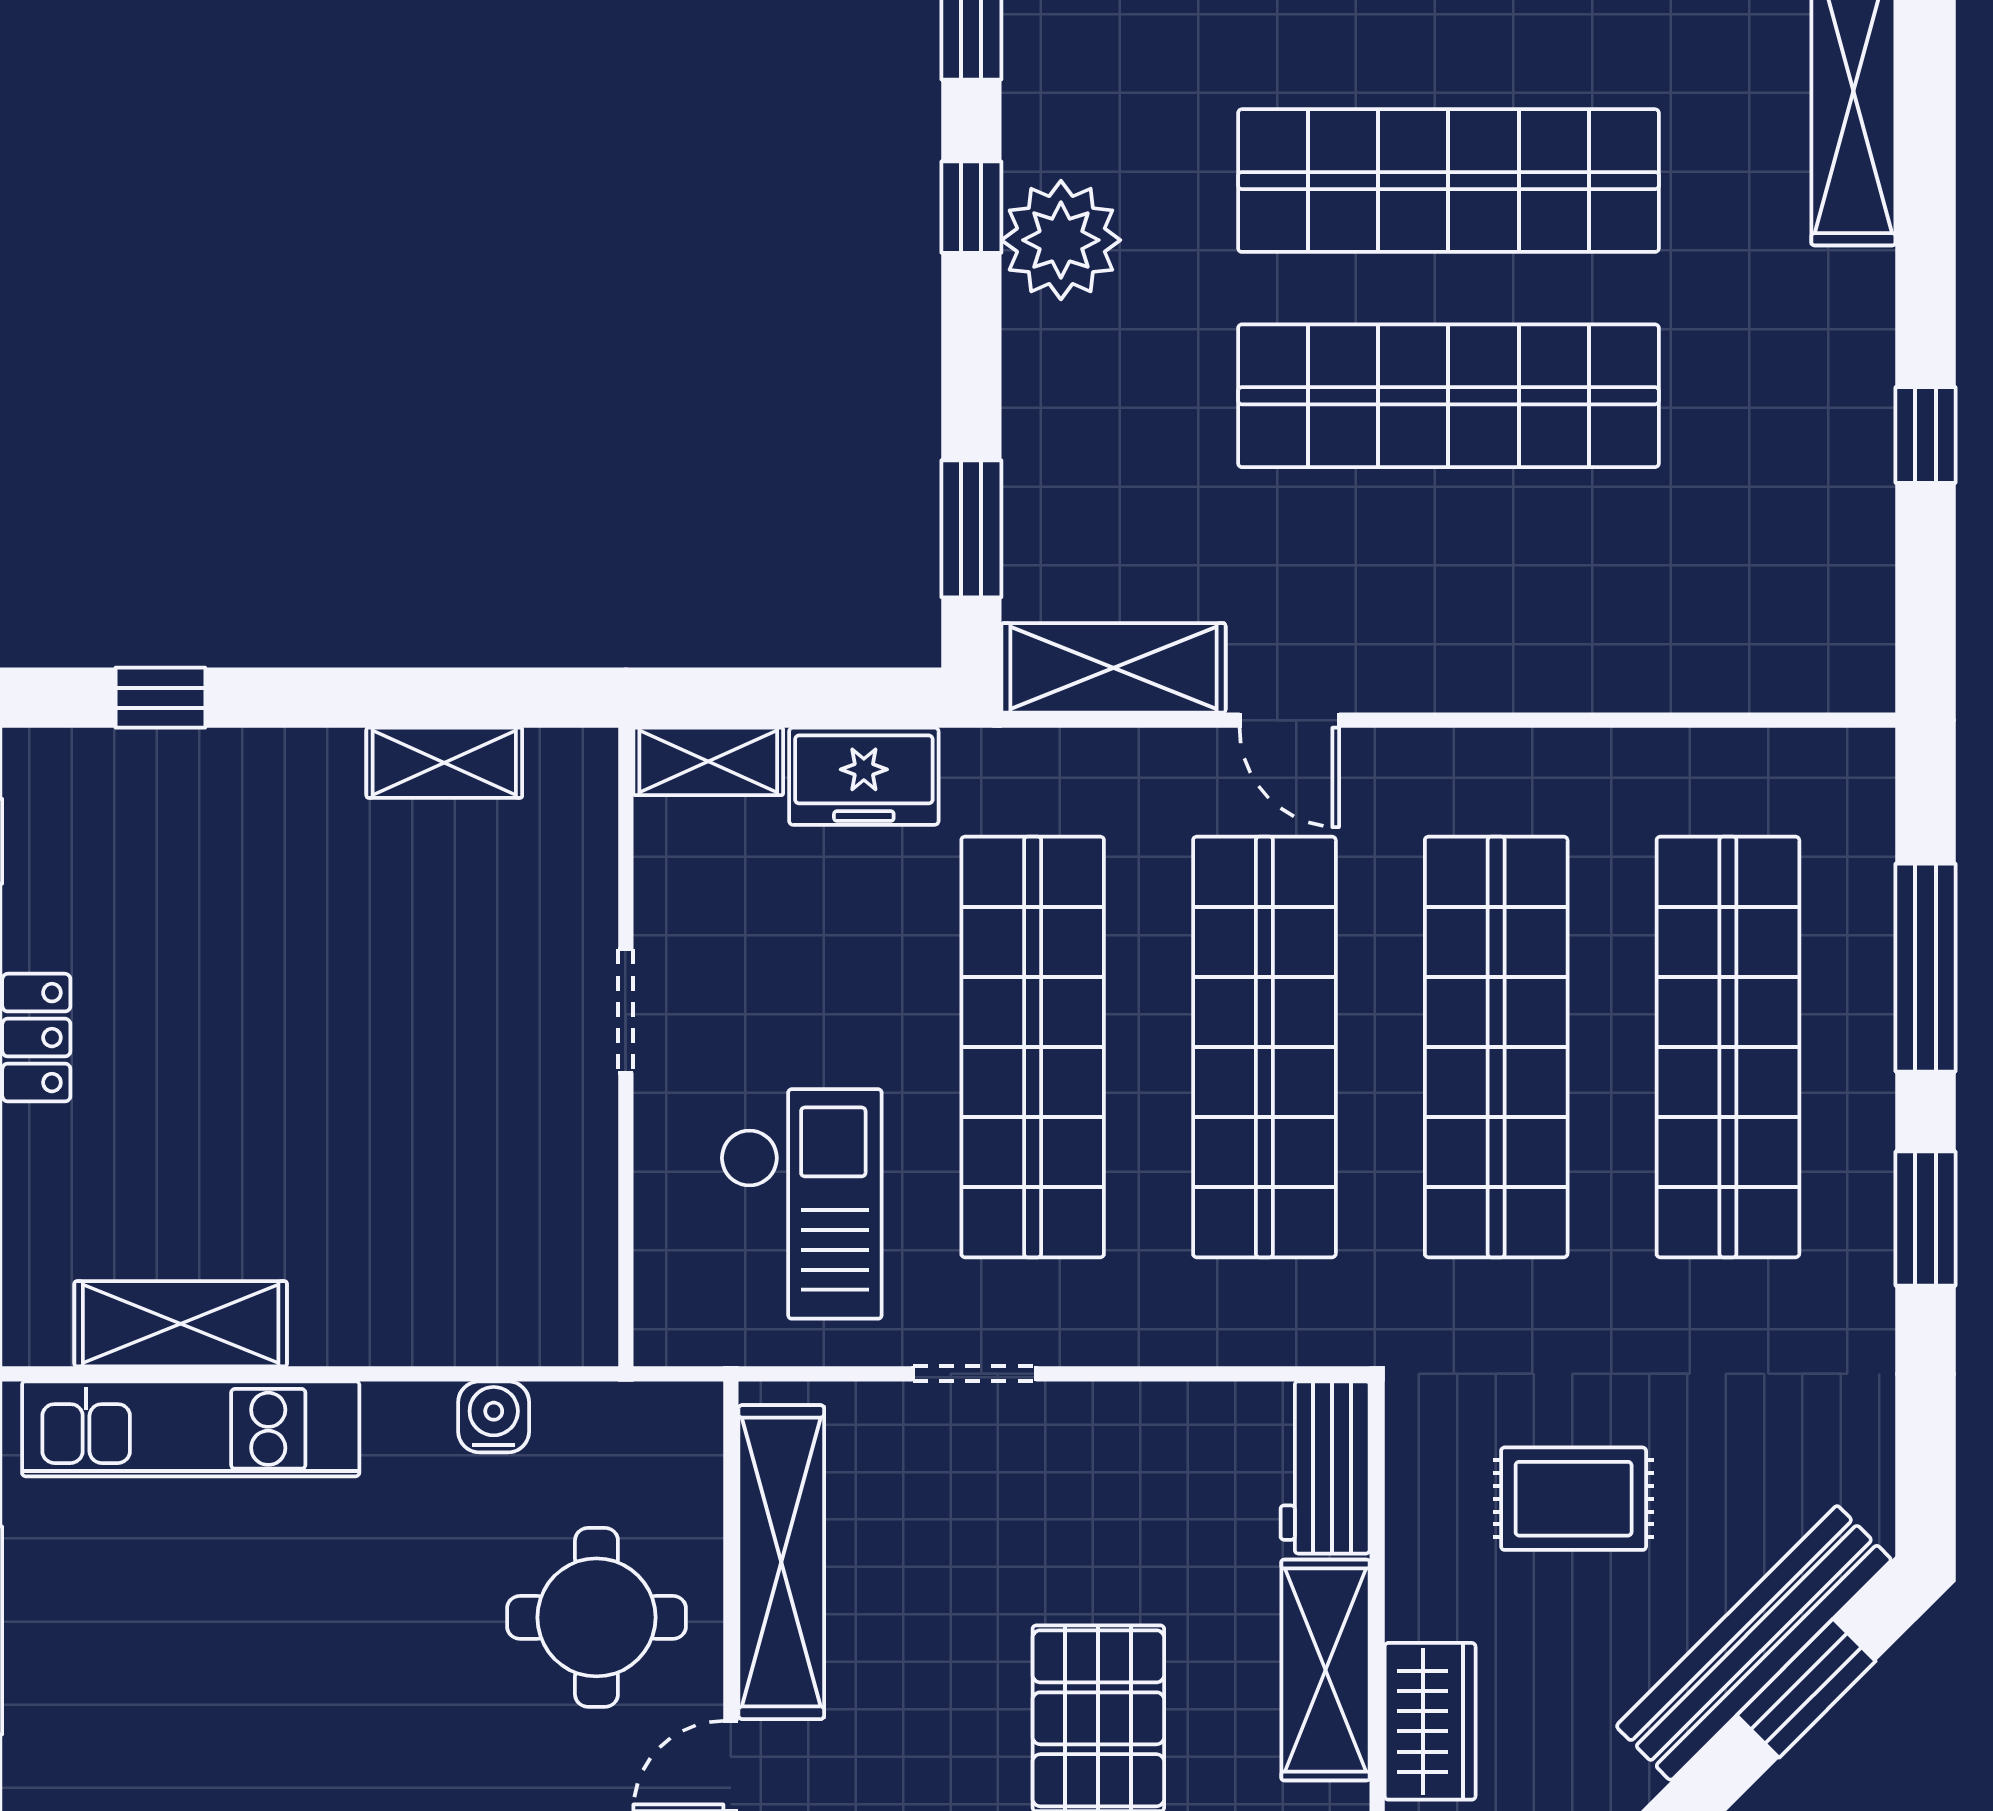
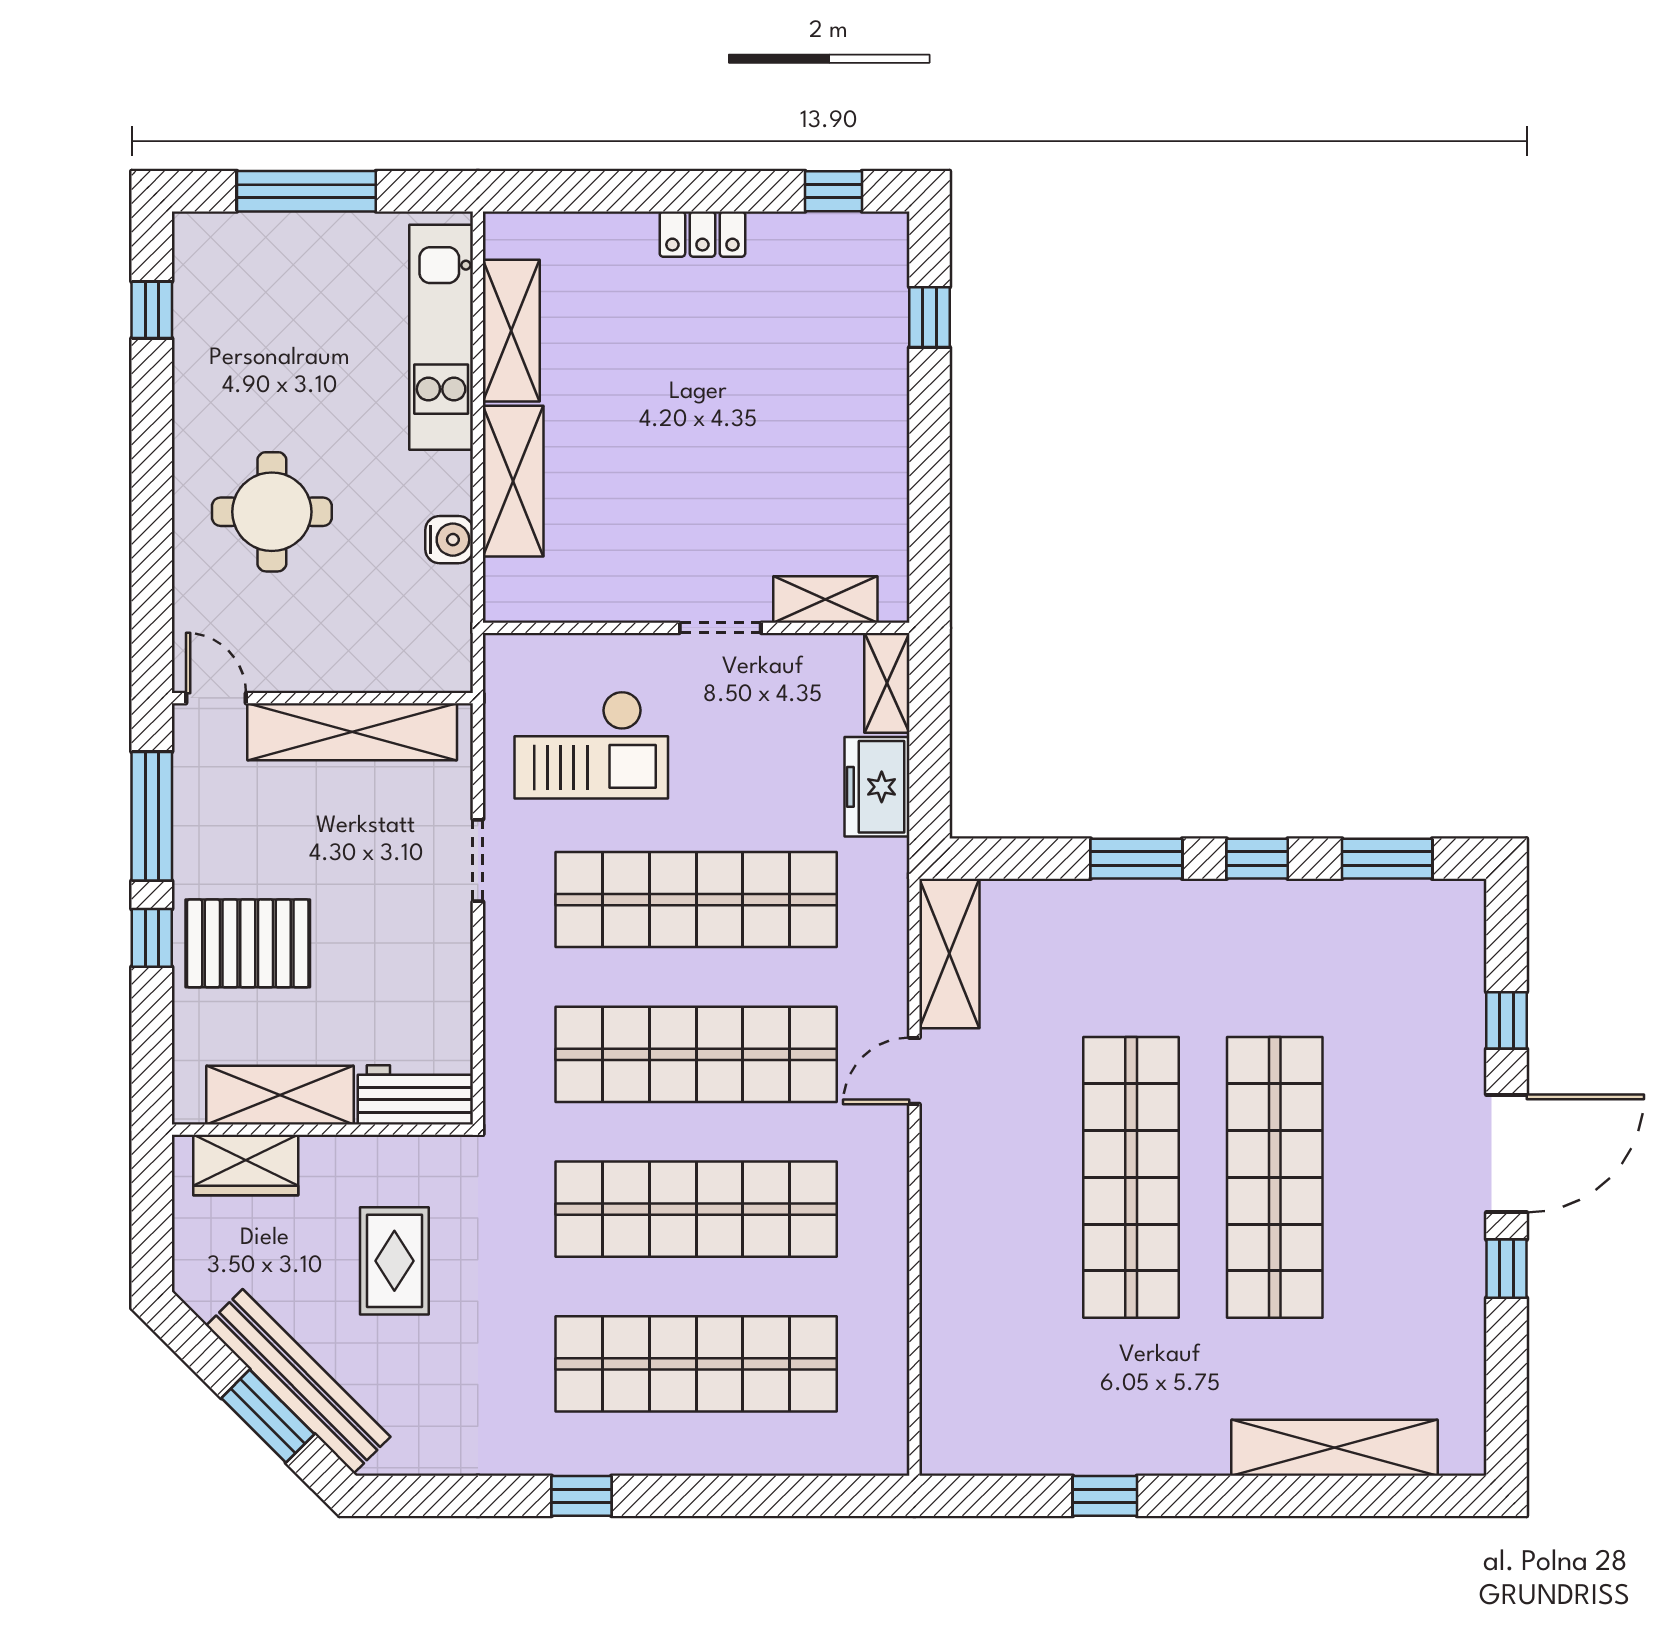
plant: (1061, 240) -> (1235, 918), removed
window: (971, 529) -> (1136, 859), moved
shelving: (444, 763) -> (825, 599), moved, turned 90
window: (1926, 968) -> (749, 1496), removed
window: (1926, 1219) -> (582, 1496), width x0.67
shelving: (406, 1321) -> (513, 481), added
round table: (596, 1617) -> (272, 512), moved

